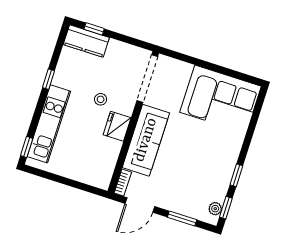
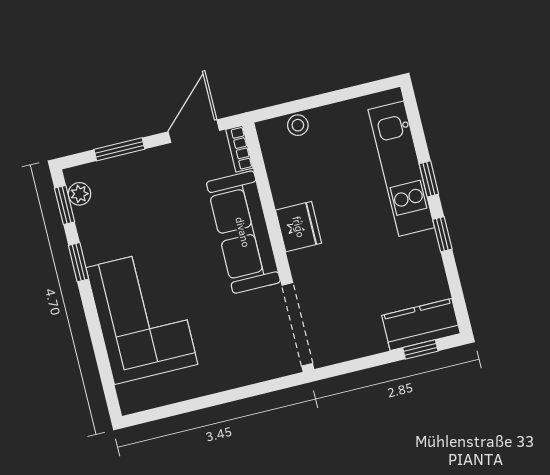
stool: (101, 99) -> (298, 125), moved
corner sofa: (221, 99) -> (142, 316), moved, turned 90
window: (27, 147) -> (429, 179), moved

